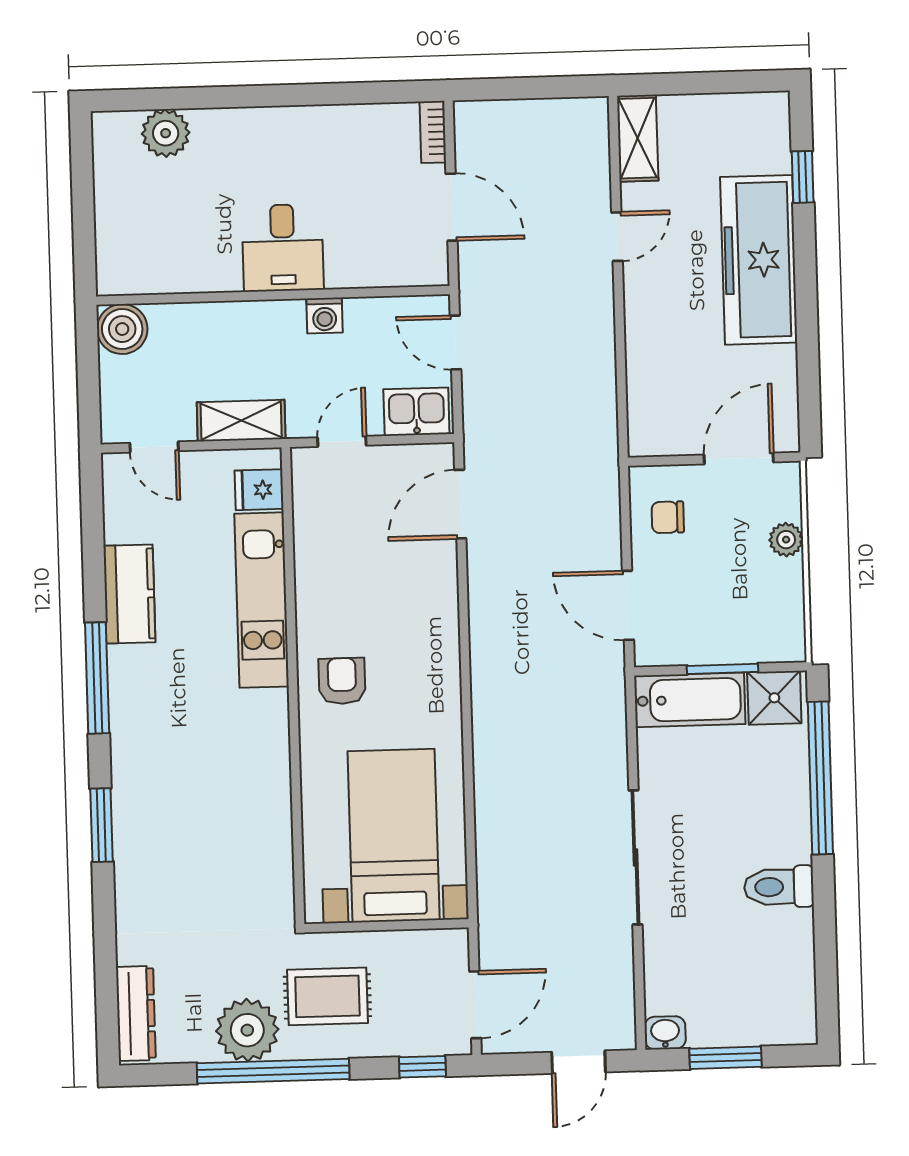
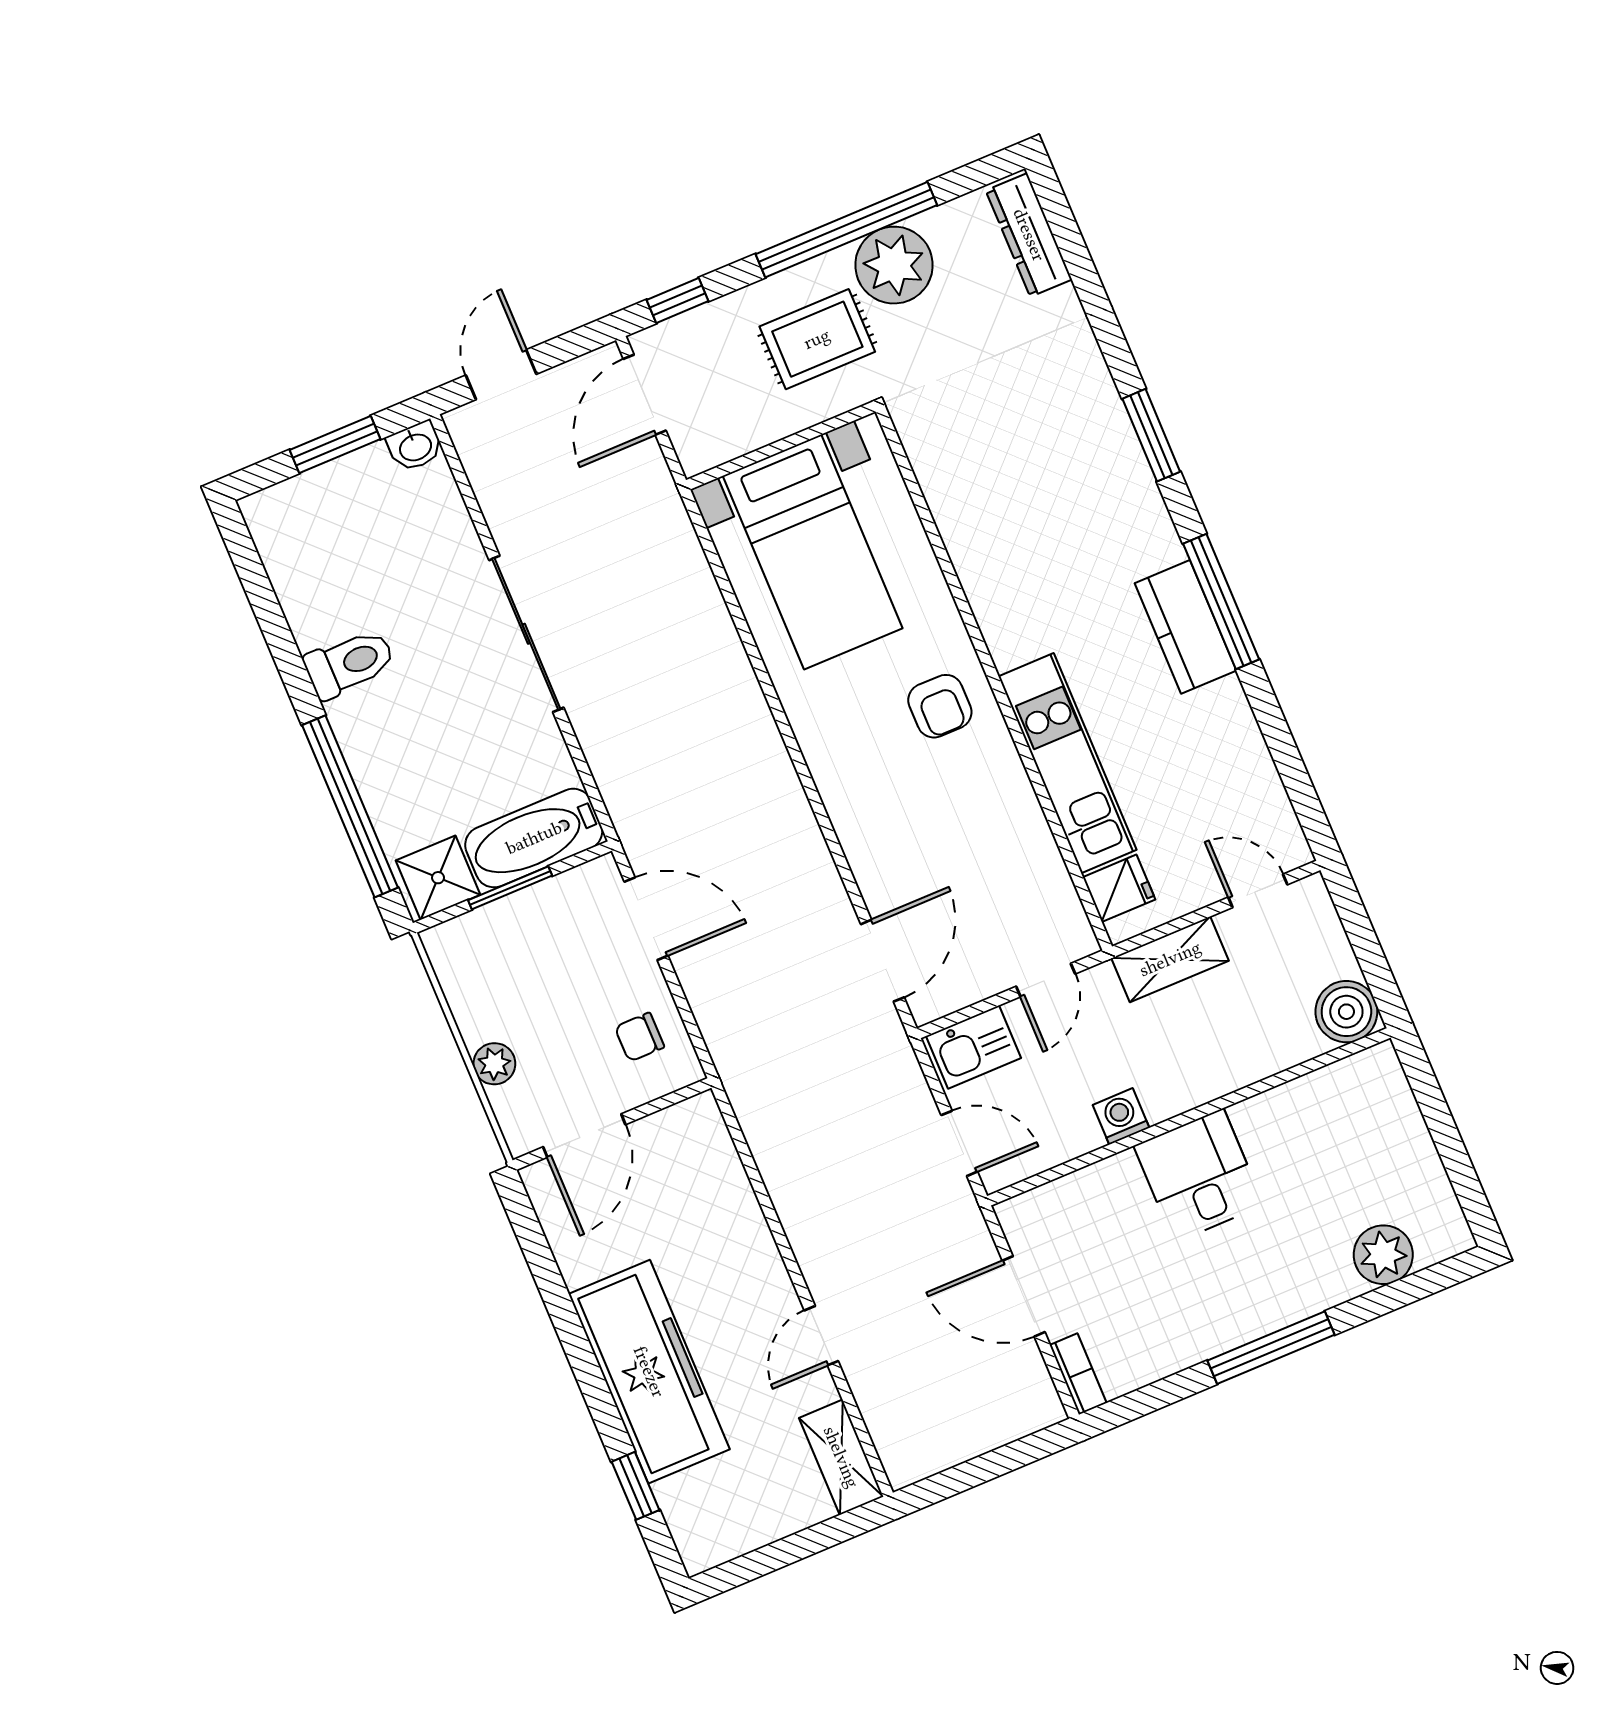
window: (278, 95) -> (1271, 1348), added
chair: (668, 517) -> (640, 1037), turned 180
kitchen counter: (129, 594) -> (1186, 627), moved

